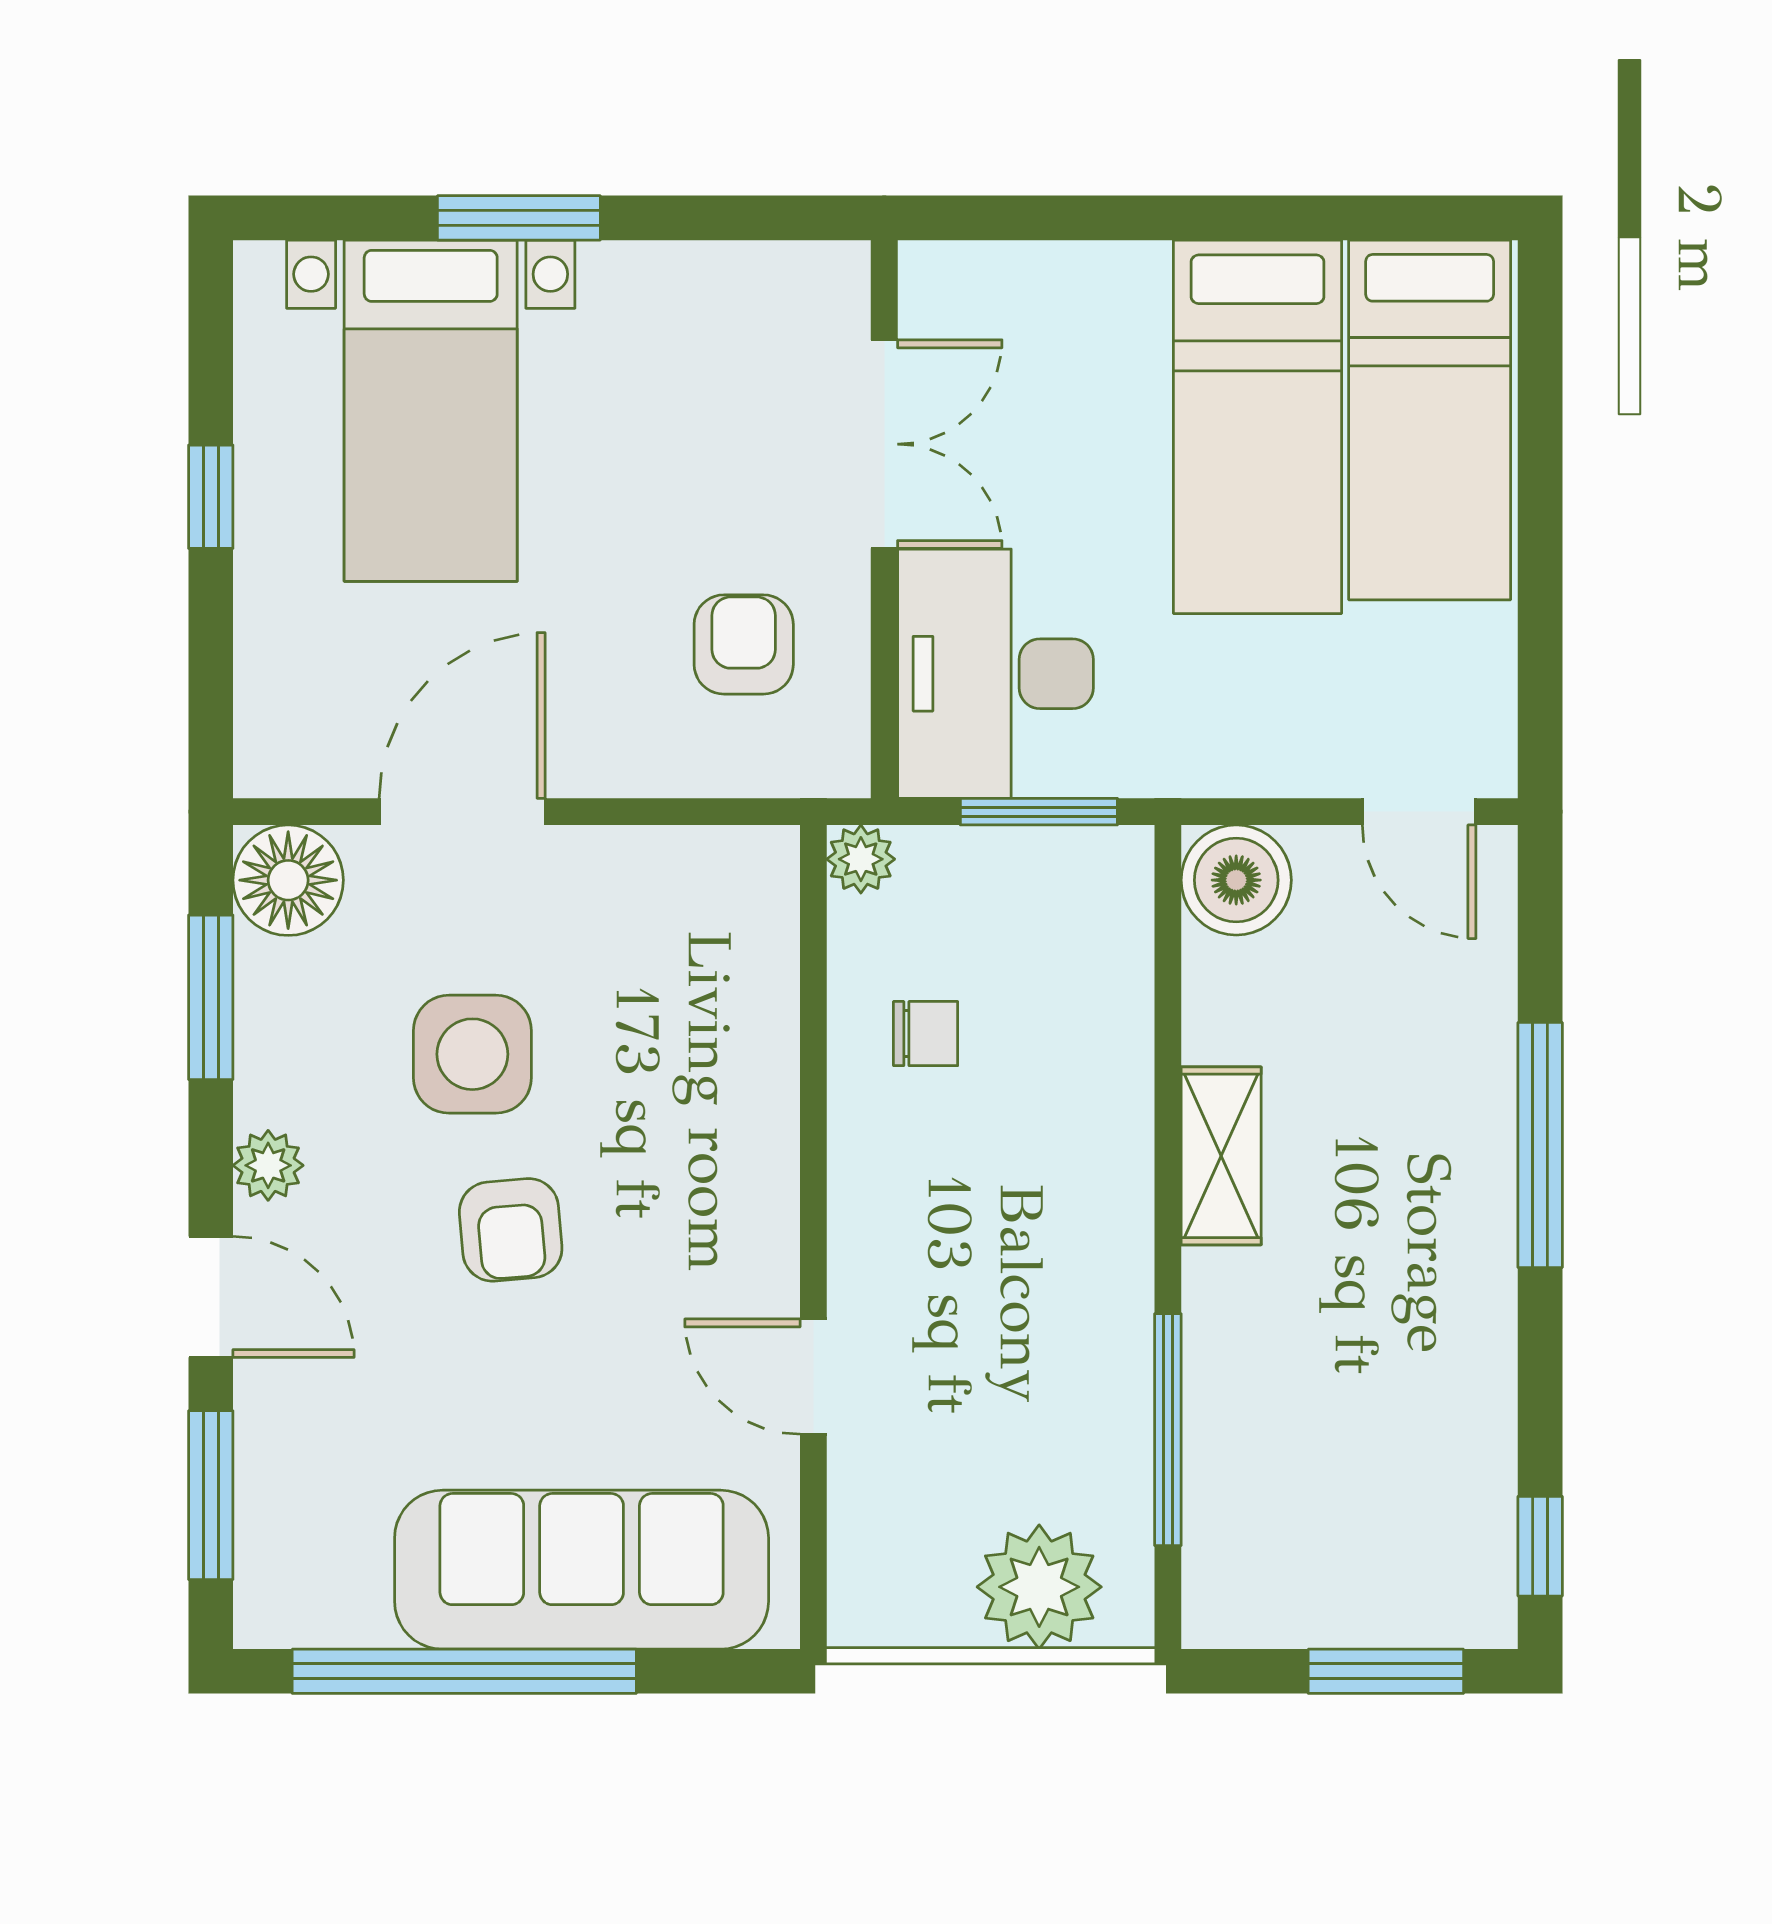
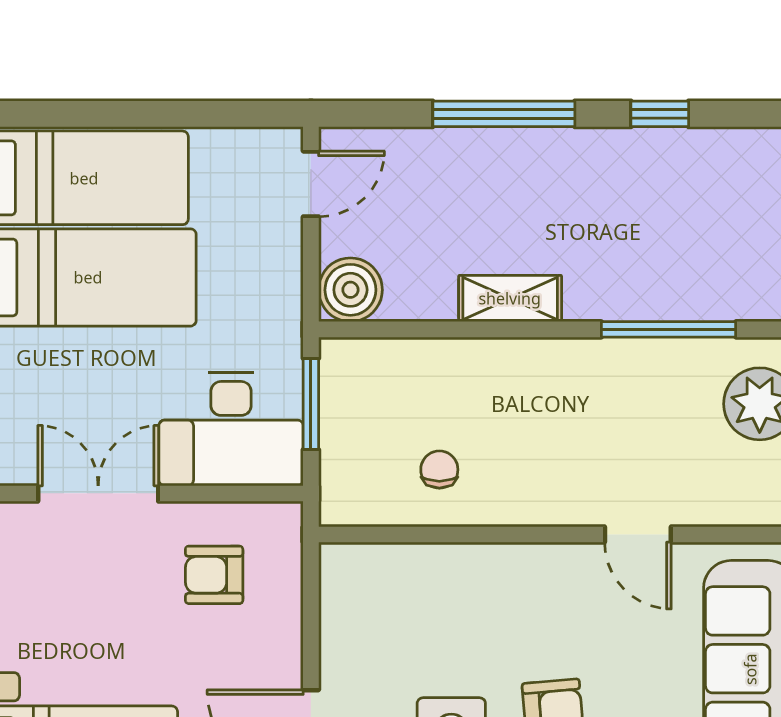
plant: (861, 859) -> (338, 507), removed
door: (813, 1377) -> (638, 535), hinge flipped
window: (1540, 1546) -> (660, 114), moved

